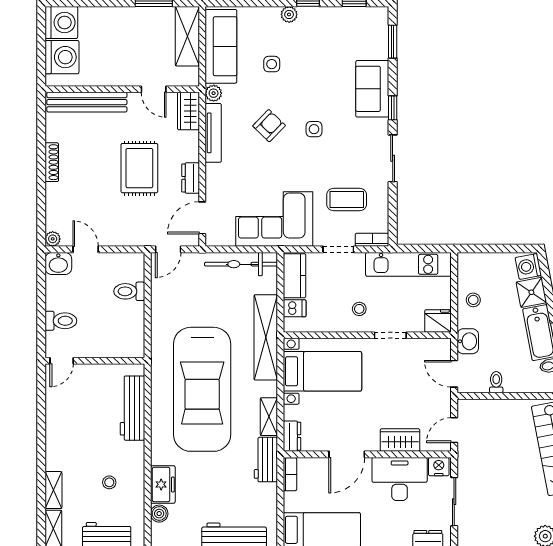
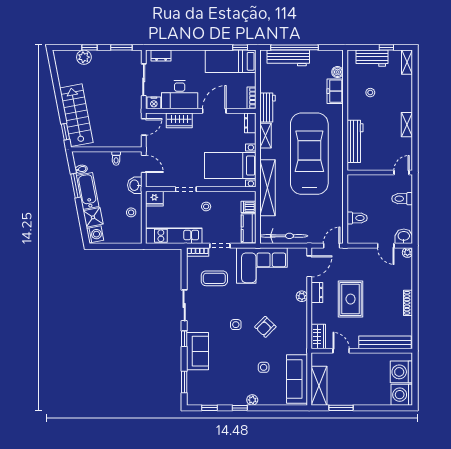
plant: (214, 93) -> (302, 296), moved
tv unit: (213, 133) -> (302, 322), removed
shelving: (53, 490) -> (407, 125), moved

